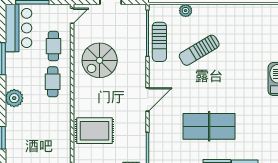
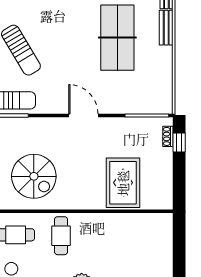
cafe table: (53, 82) -> (61, 236), turned 90

